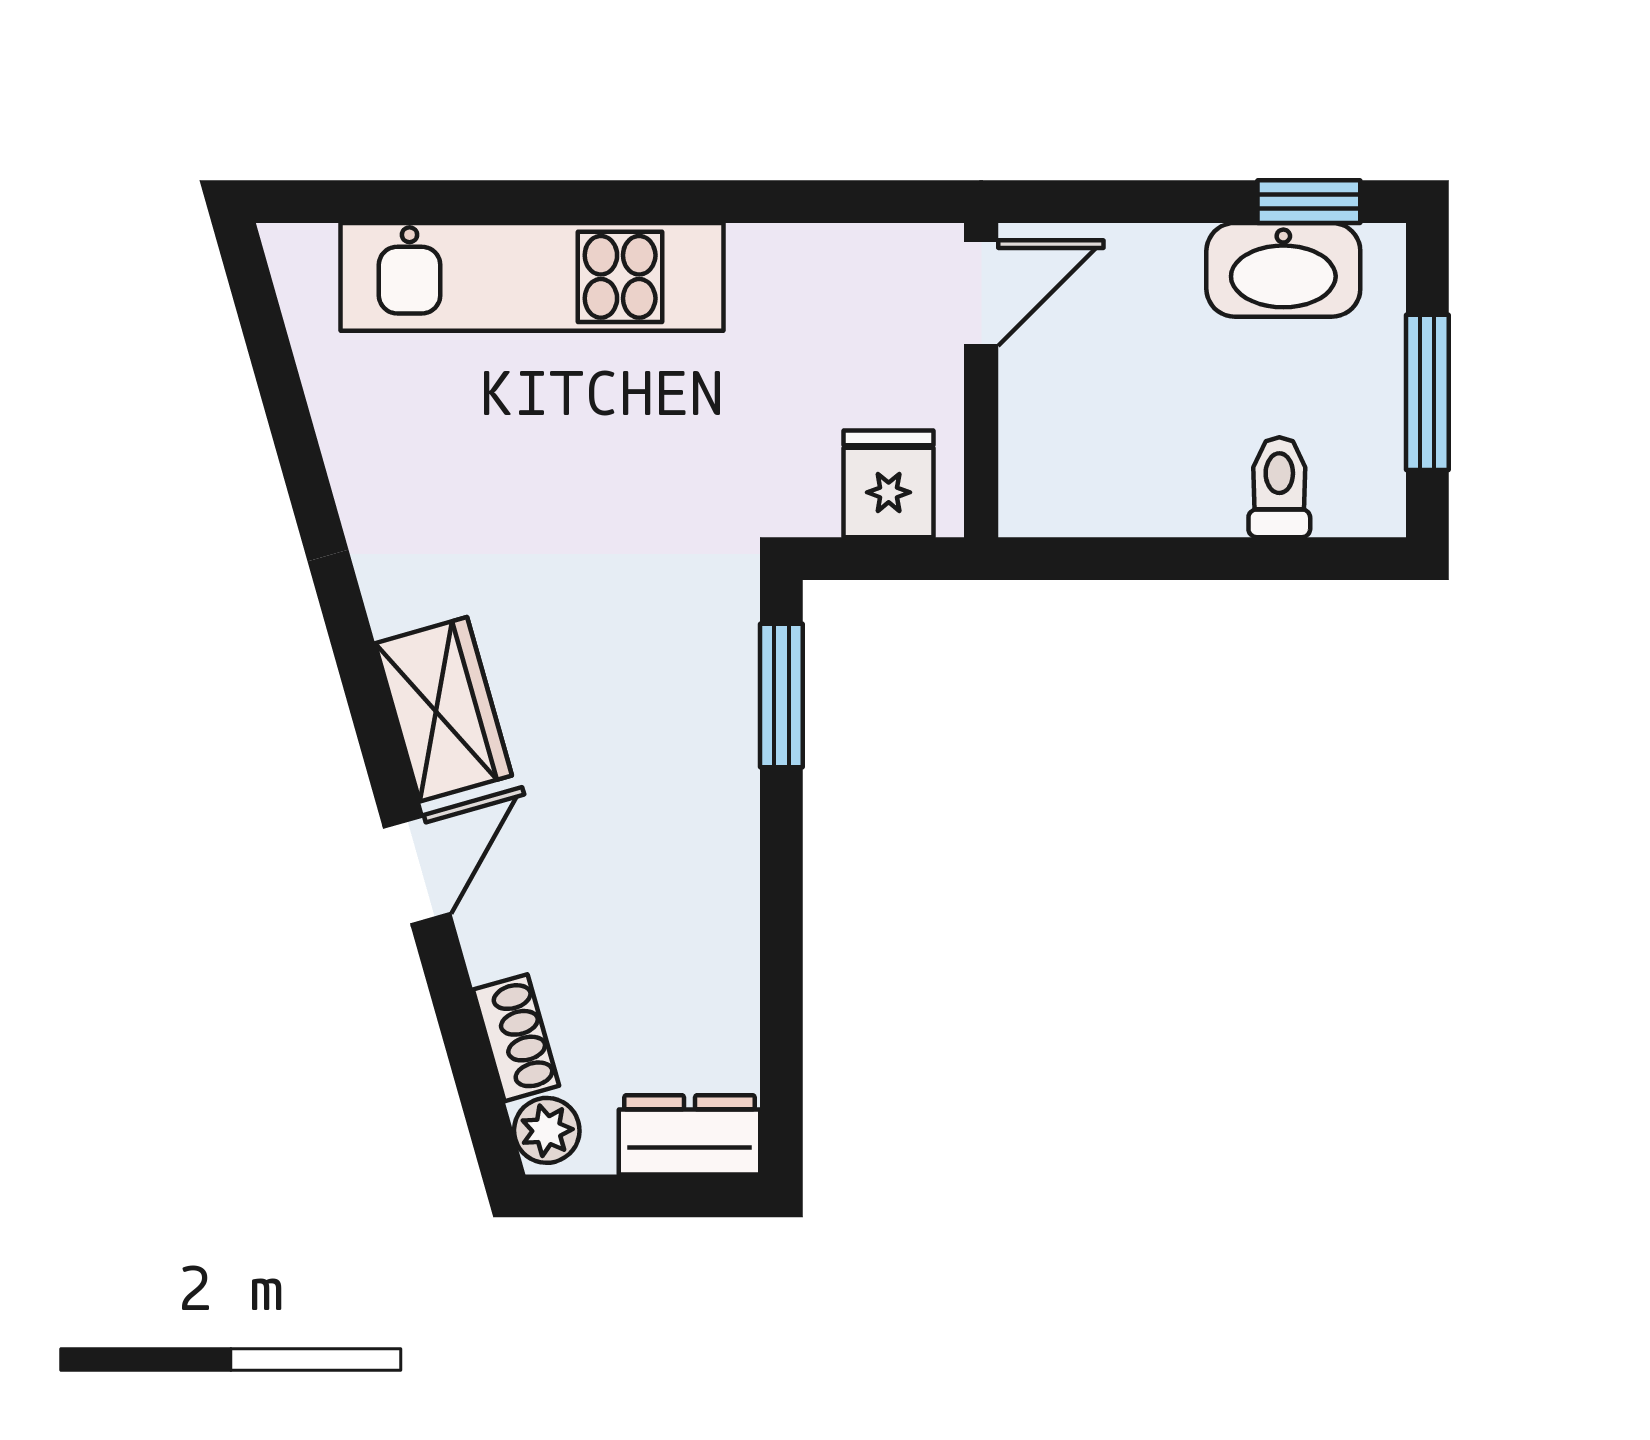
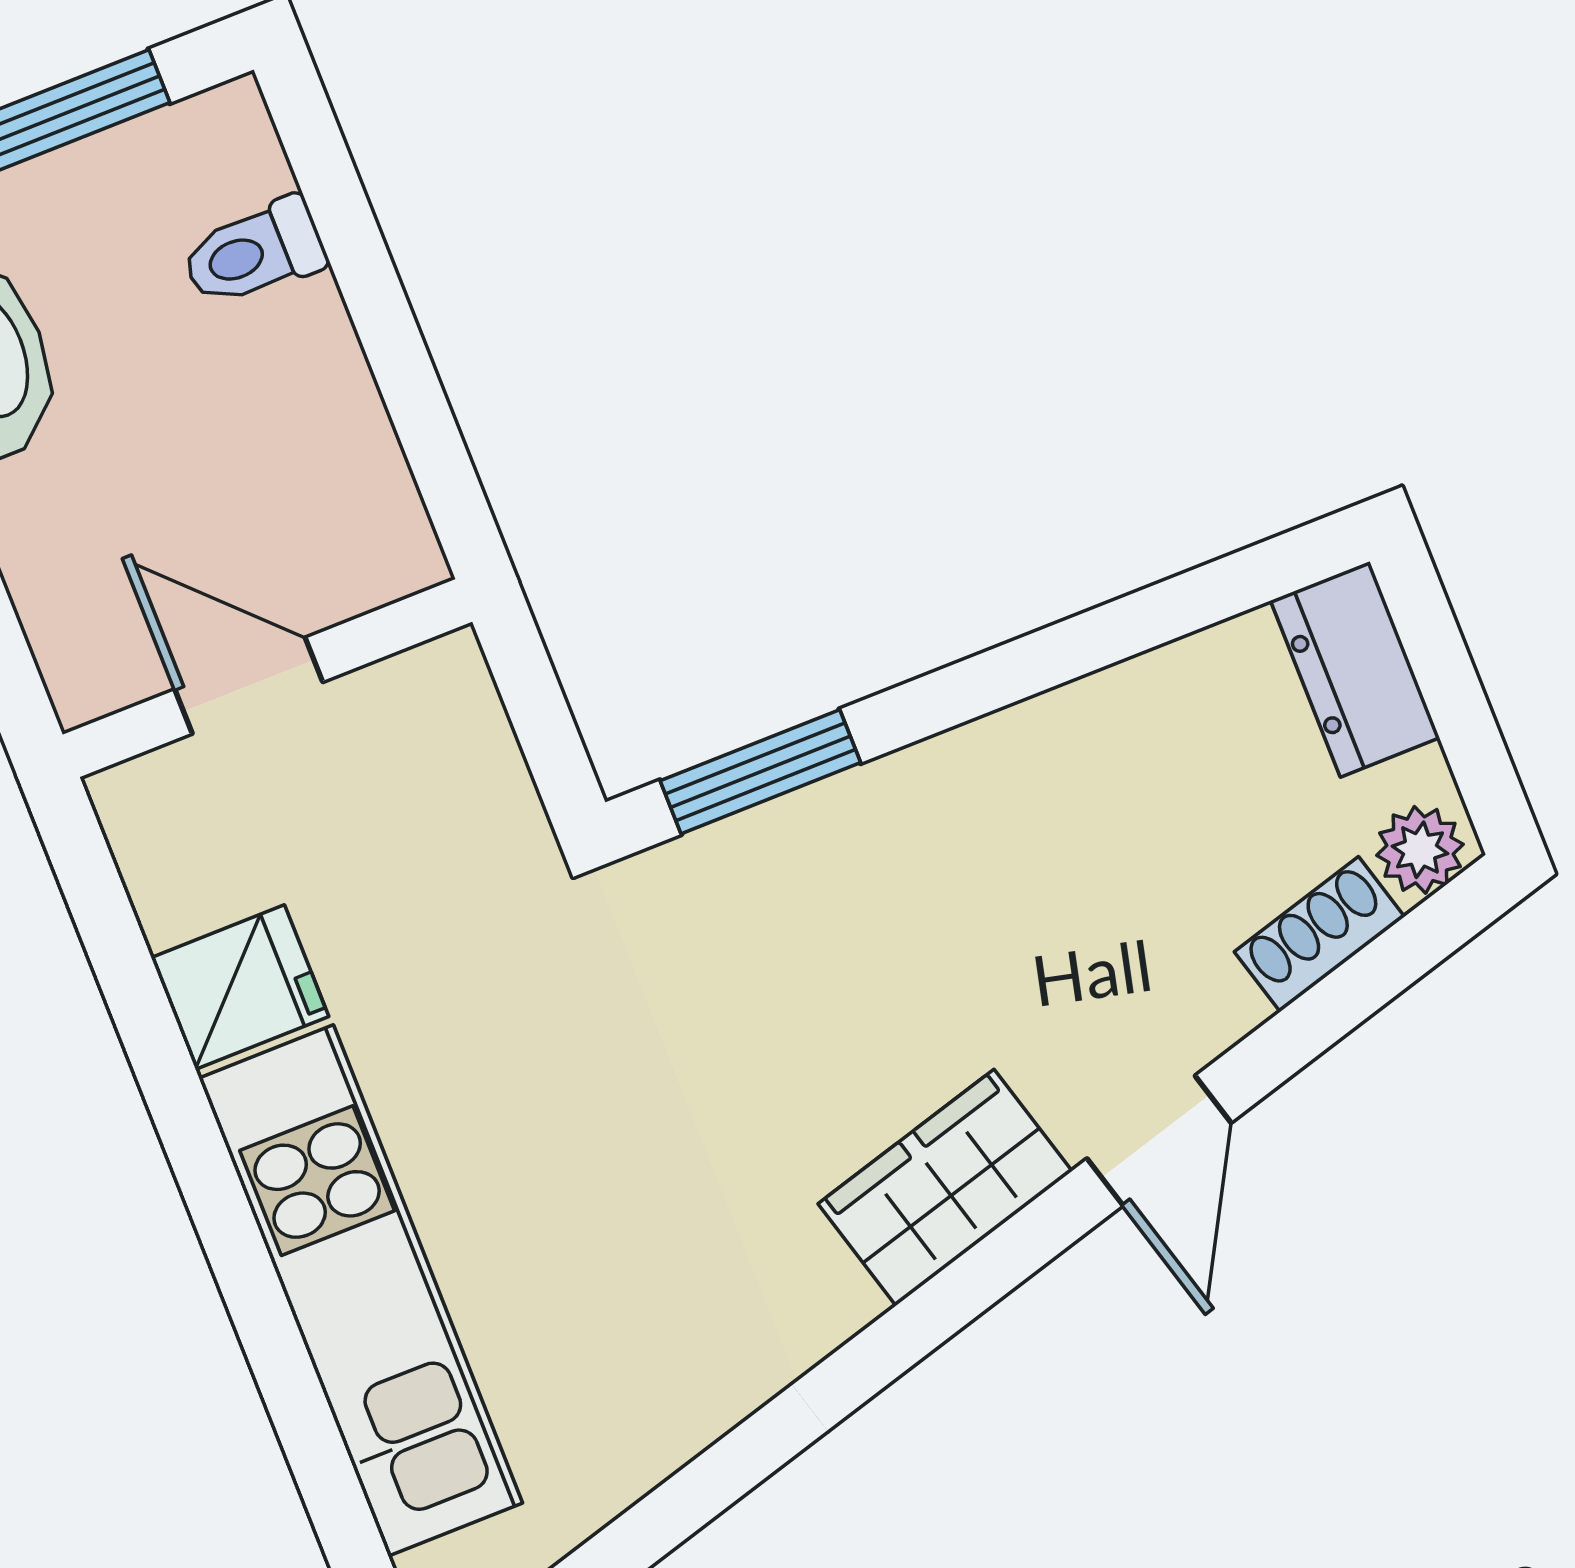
door: (981, 293) -> (249, 686), moved
fridge: (889, 484) -> (240, 987), moved, turned 180
door: (417, 870) -> (1159, 1141), swing flipped

